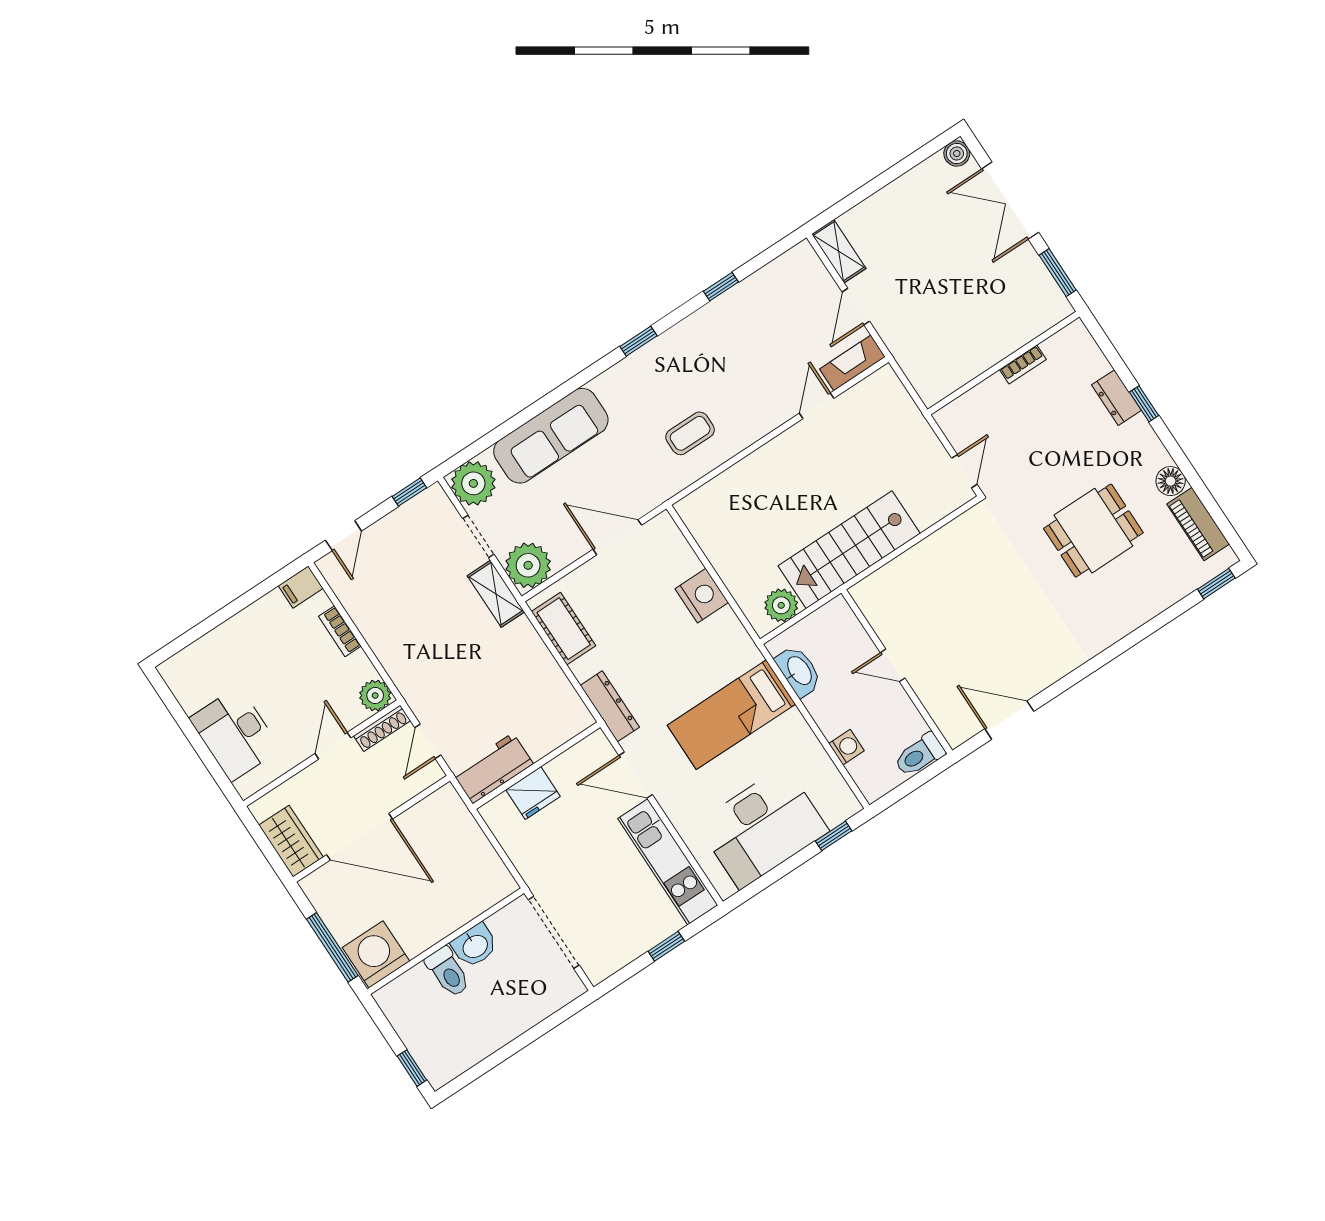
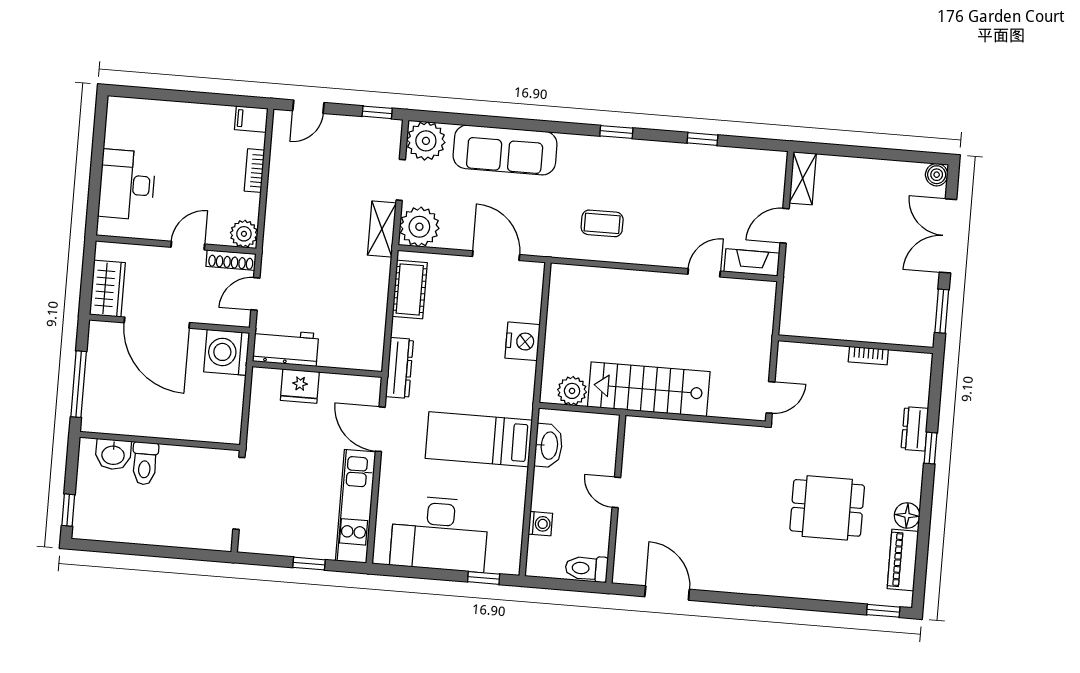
washbasin: (475, 946) -> (113, 454), moved
washing machine: (376, 954) -> (227, 352), moved, turned -90

